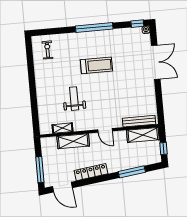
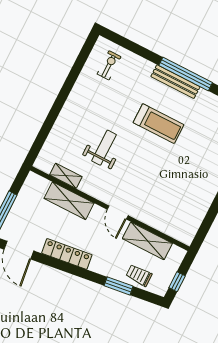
bench: (139, 121) -> (175, 82), moved
shelving: (143, 135) -> (147, 241), moved
trolley: (140, 158) -> (139, 275), added
window: (132, 172) -> (119, 286), width x0.69

